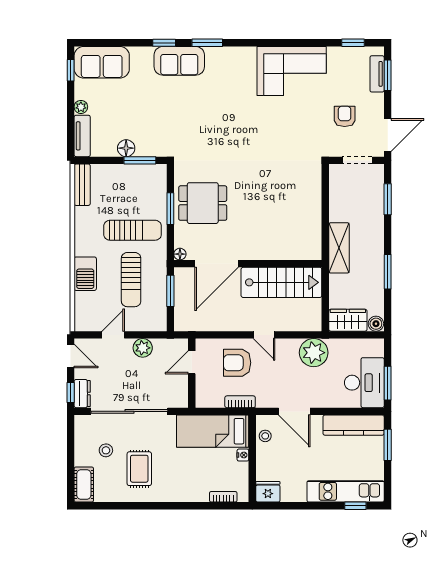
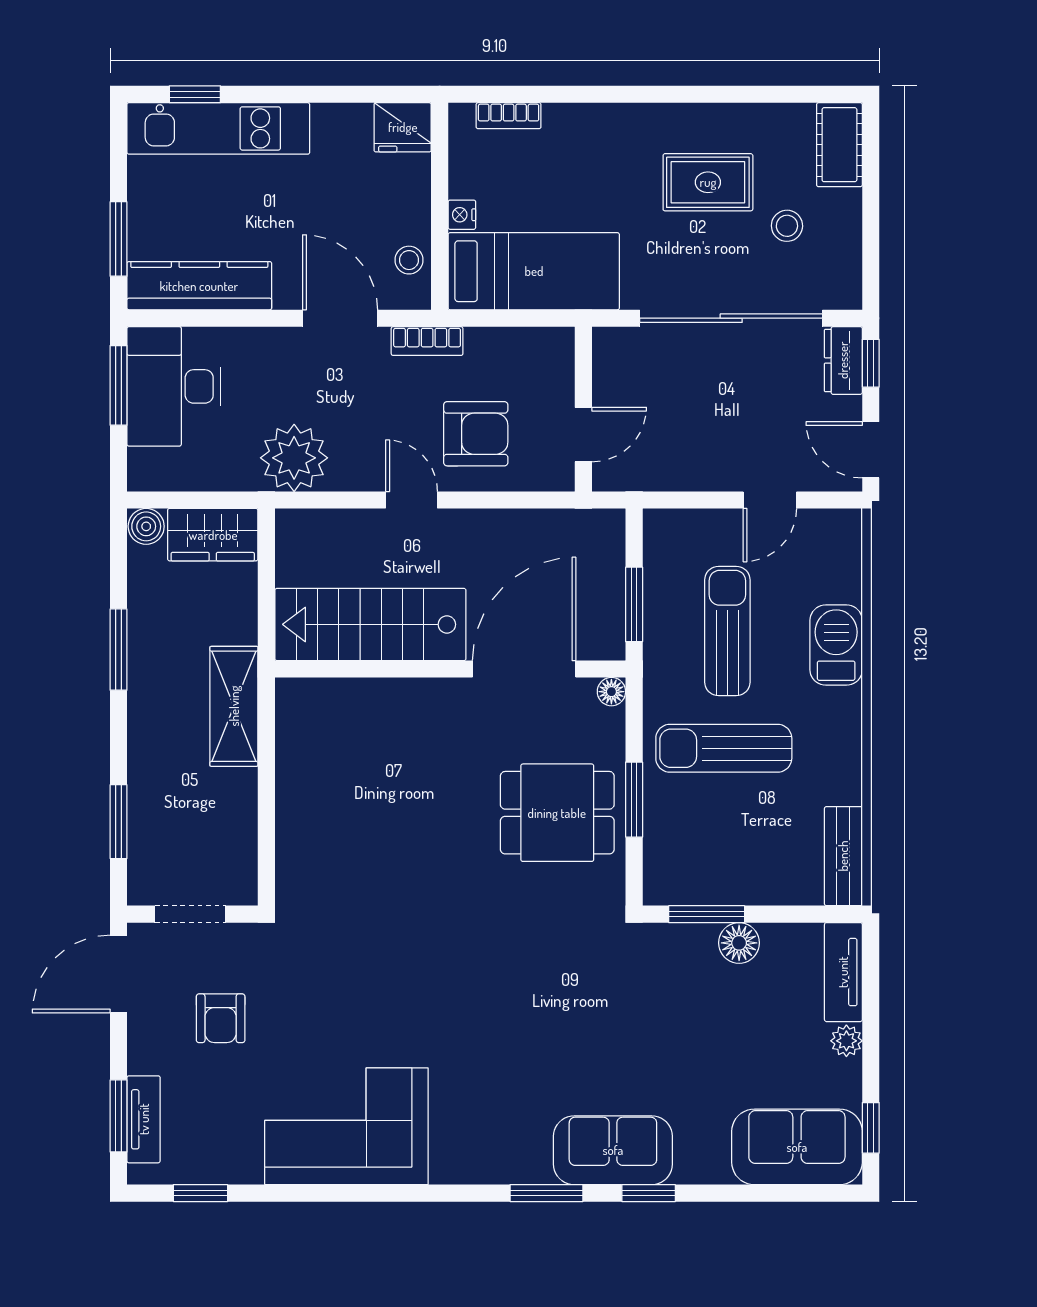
plant: (143, 348) -> (700, 469), removed
bookcase: (240, 402) -> (427, 341), moved
rug: (139, 469) -> (708, 182), turned 90

